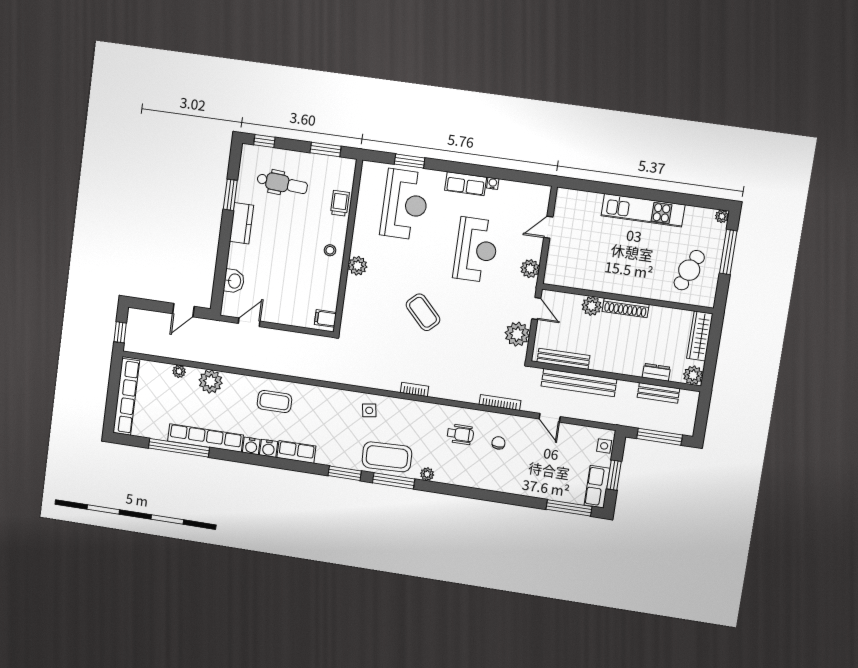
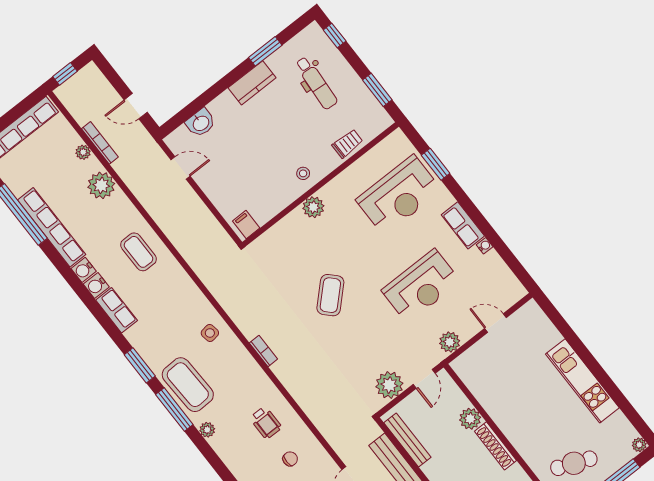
bookcase: (500, 403) -> (100, 143), moved

